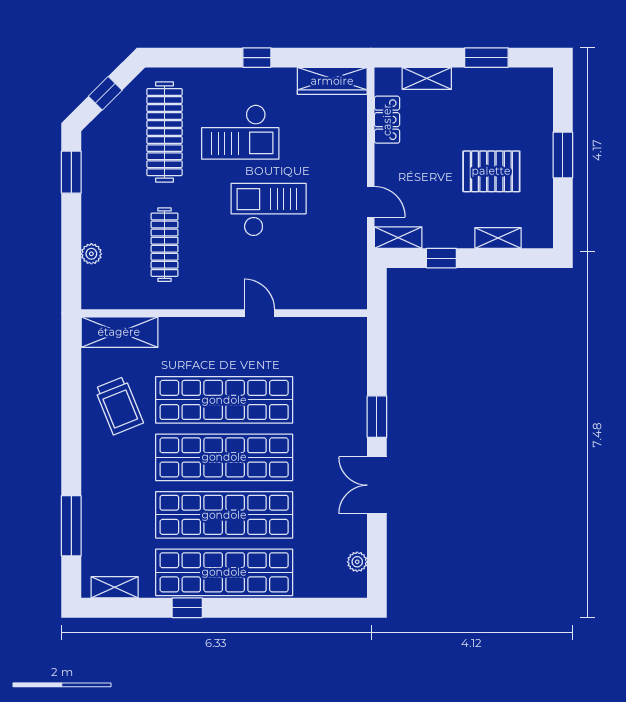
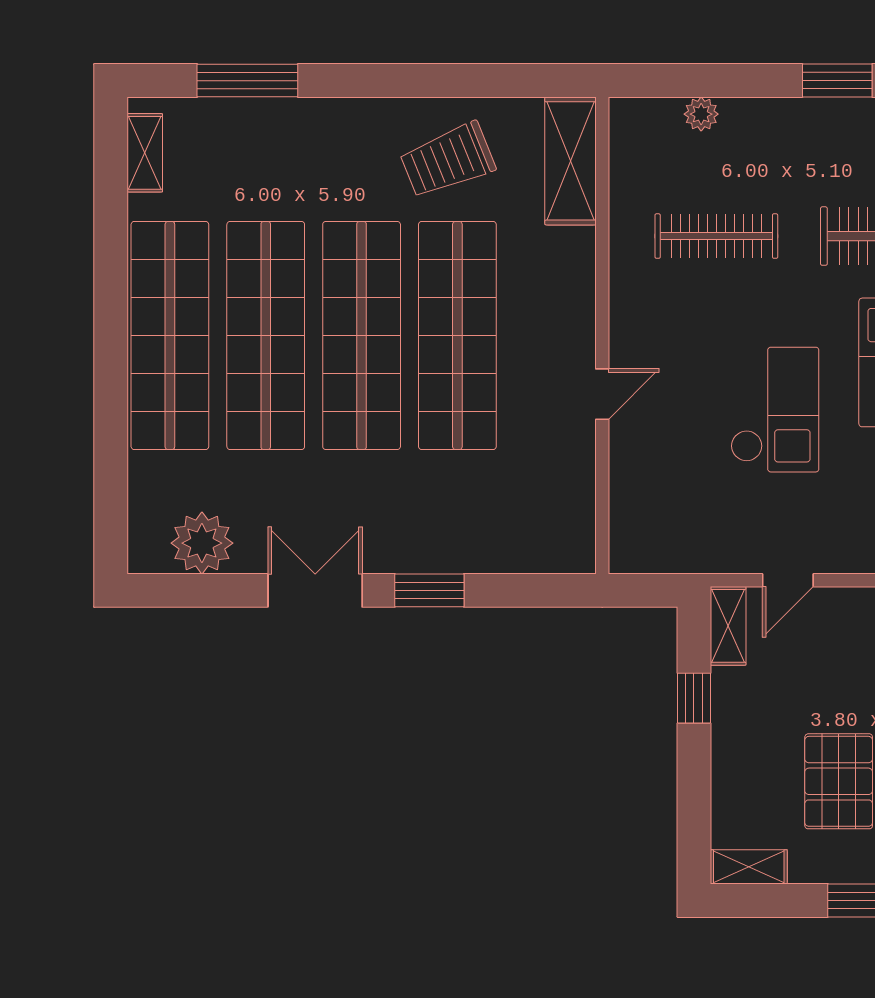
shelving: (498, 238) -> (749, 867), moved, turned 90
plant: (357, 562) -> (202, 543), width x1.88, depth x1.88
window: (187, 608) -> (111, 274), removed

